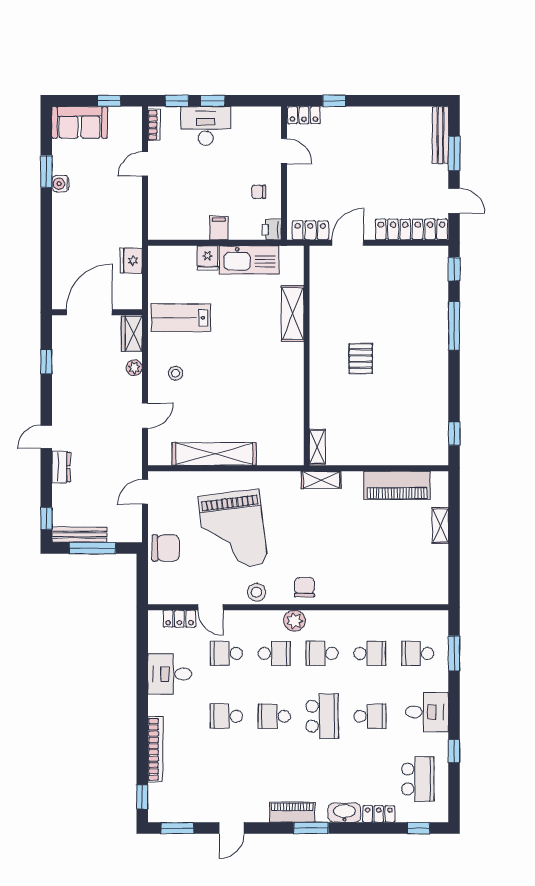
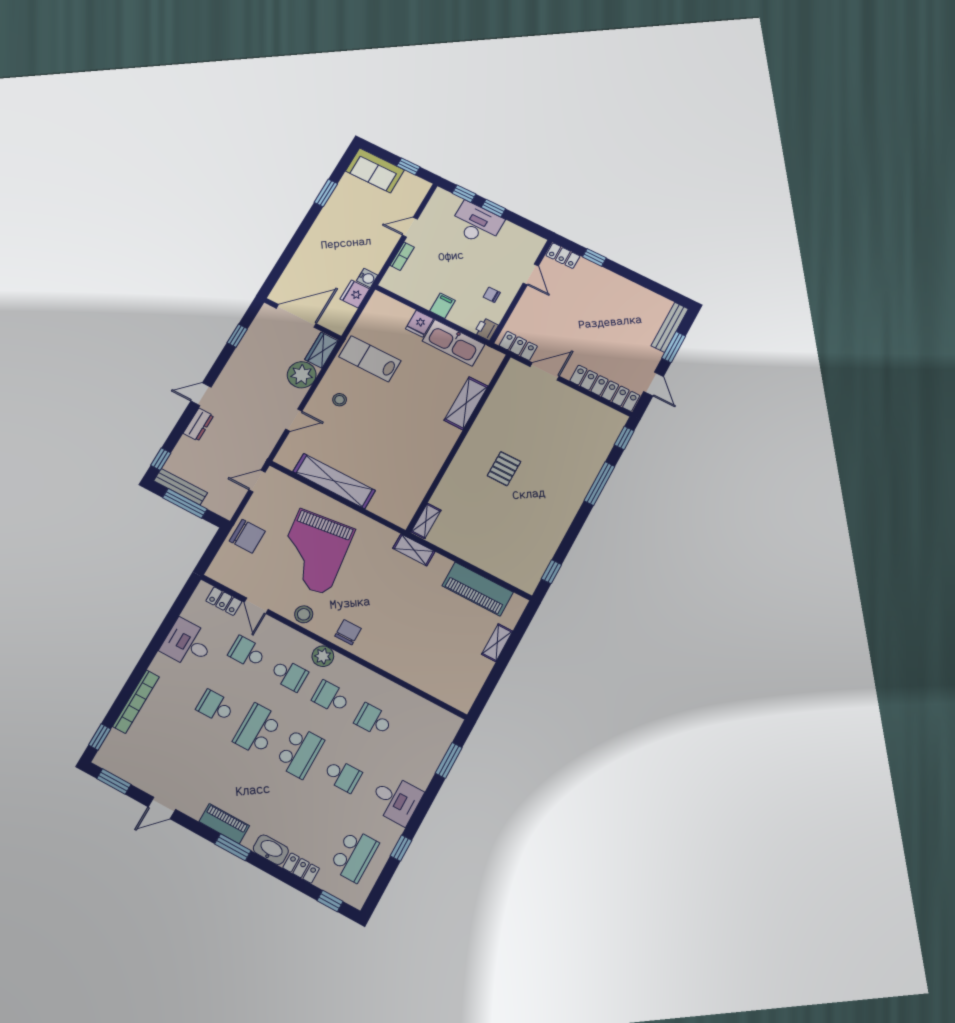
bookcase: (154, 125) -> (402, 256), moved
water cooler: (60, 184) -> (367, 278), moved, turned 180
plant: (134, 368) -> (302, 375), width x1.88, depth x1.88
school desk: (370, 653) -> (373, 720), turned 180
school desk: (418, 653) -> (416, 743), removed
school desk: (274, 716) -> (257, 729), width x1.85

